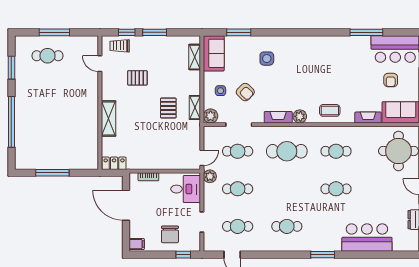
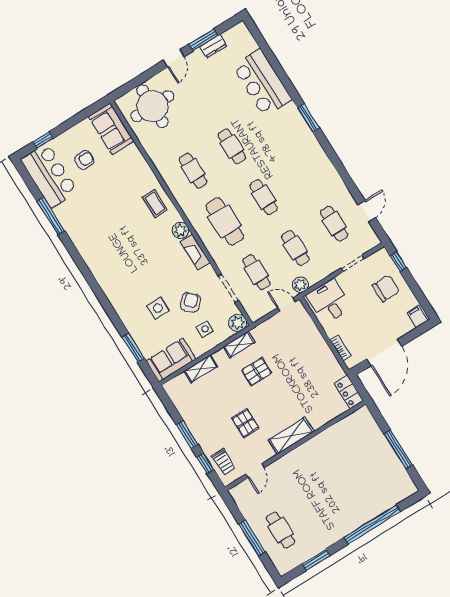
shelving: (195, 57) -> (201, 369), moved
side table: (267, 59) -> (158, 308), moved
fireplace: (368, 118) -> (138, 159), removed
shelving: (109, 119) -> (291, 436), moved
cafe table: (287, 226) -> (264, 197), moved

